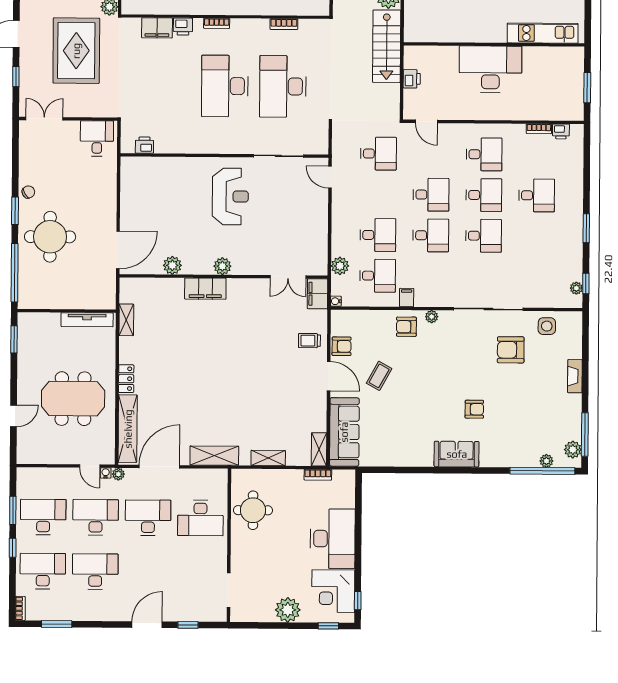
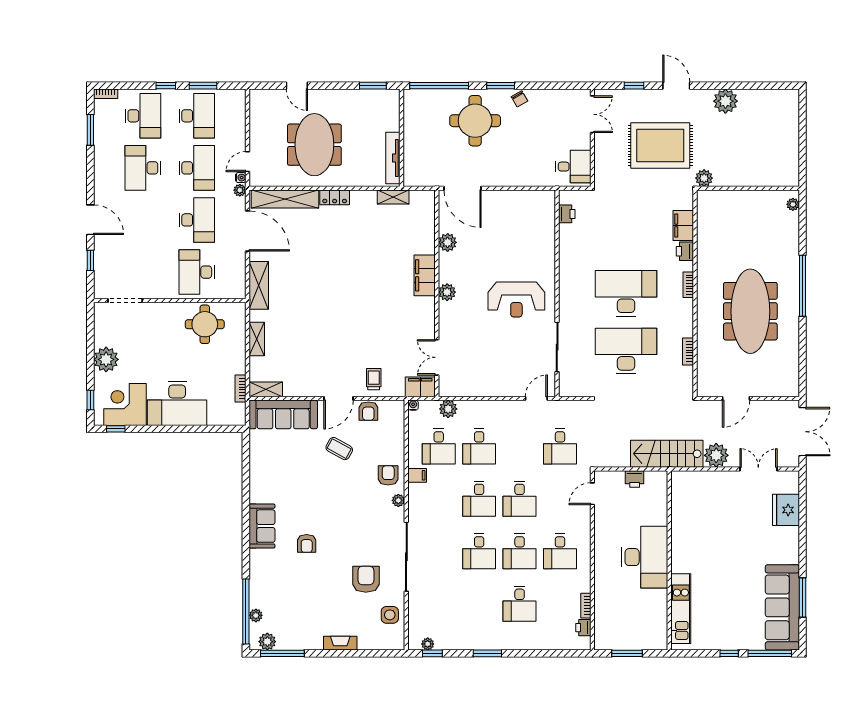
desk: (95, 571) -> (143, 168), turned 180

